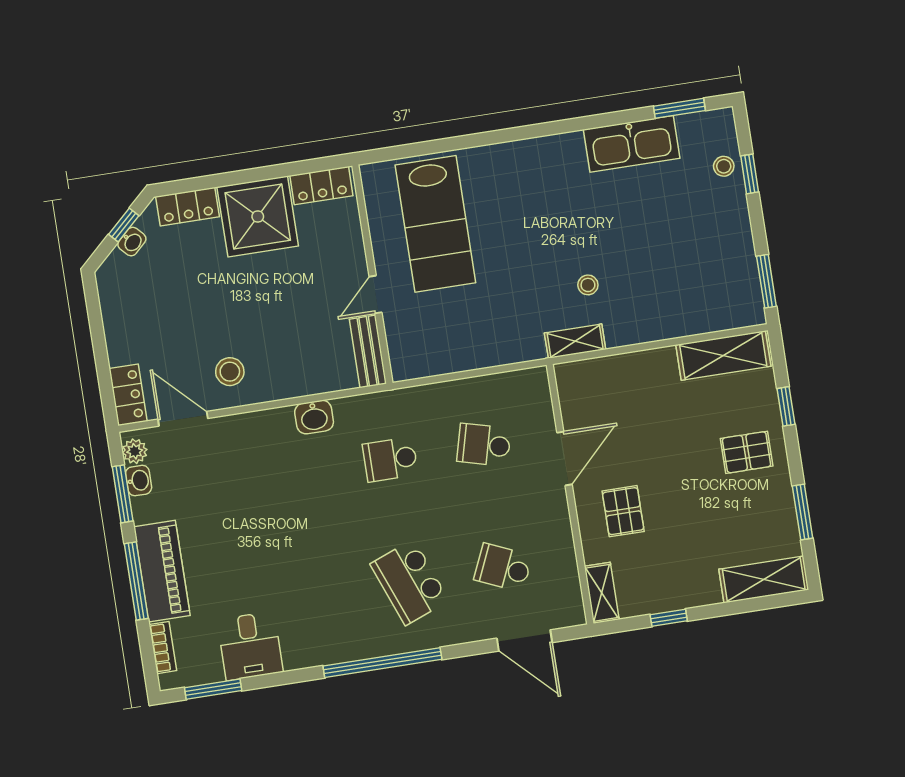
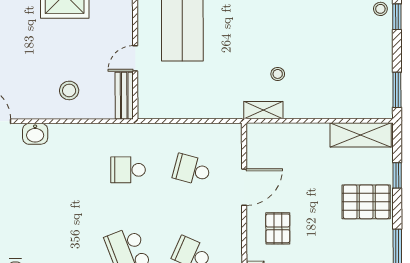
stool: (230, 372) -> (69, 90), moved
washbasin: (314, 417) -> (35, 134), moved
pallet: (747, 452) -> (366, 202), width x1.50, depth x1.42

